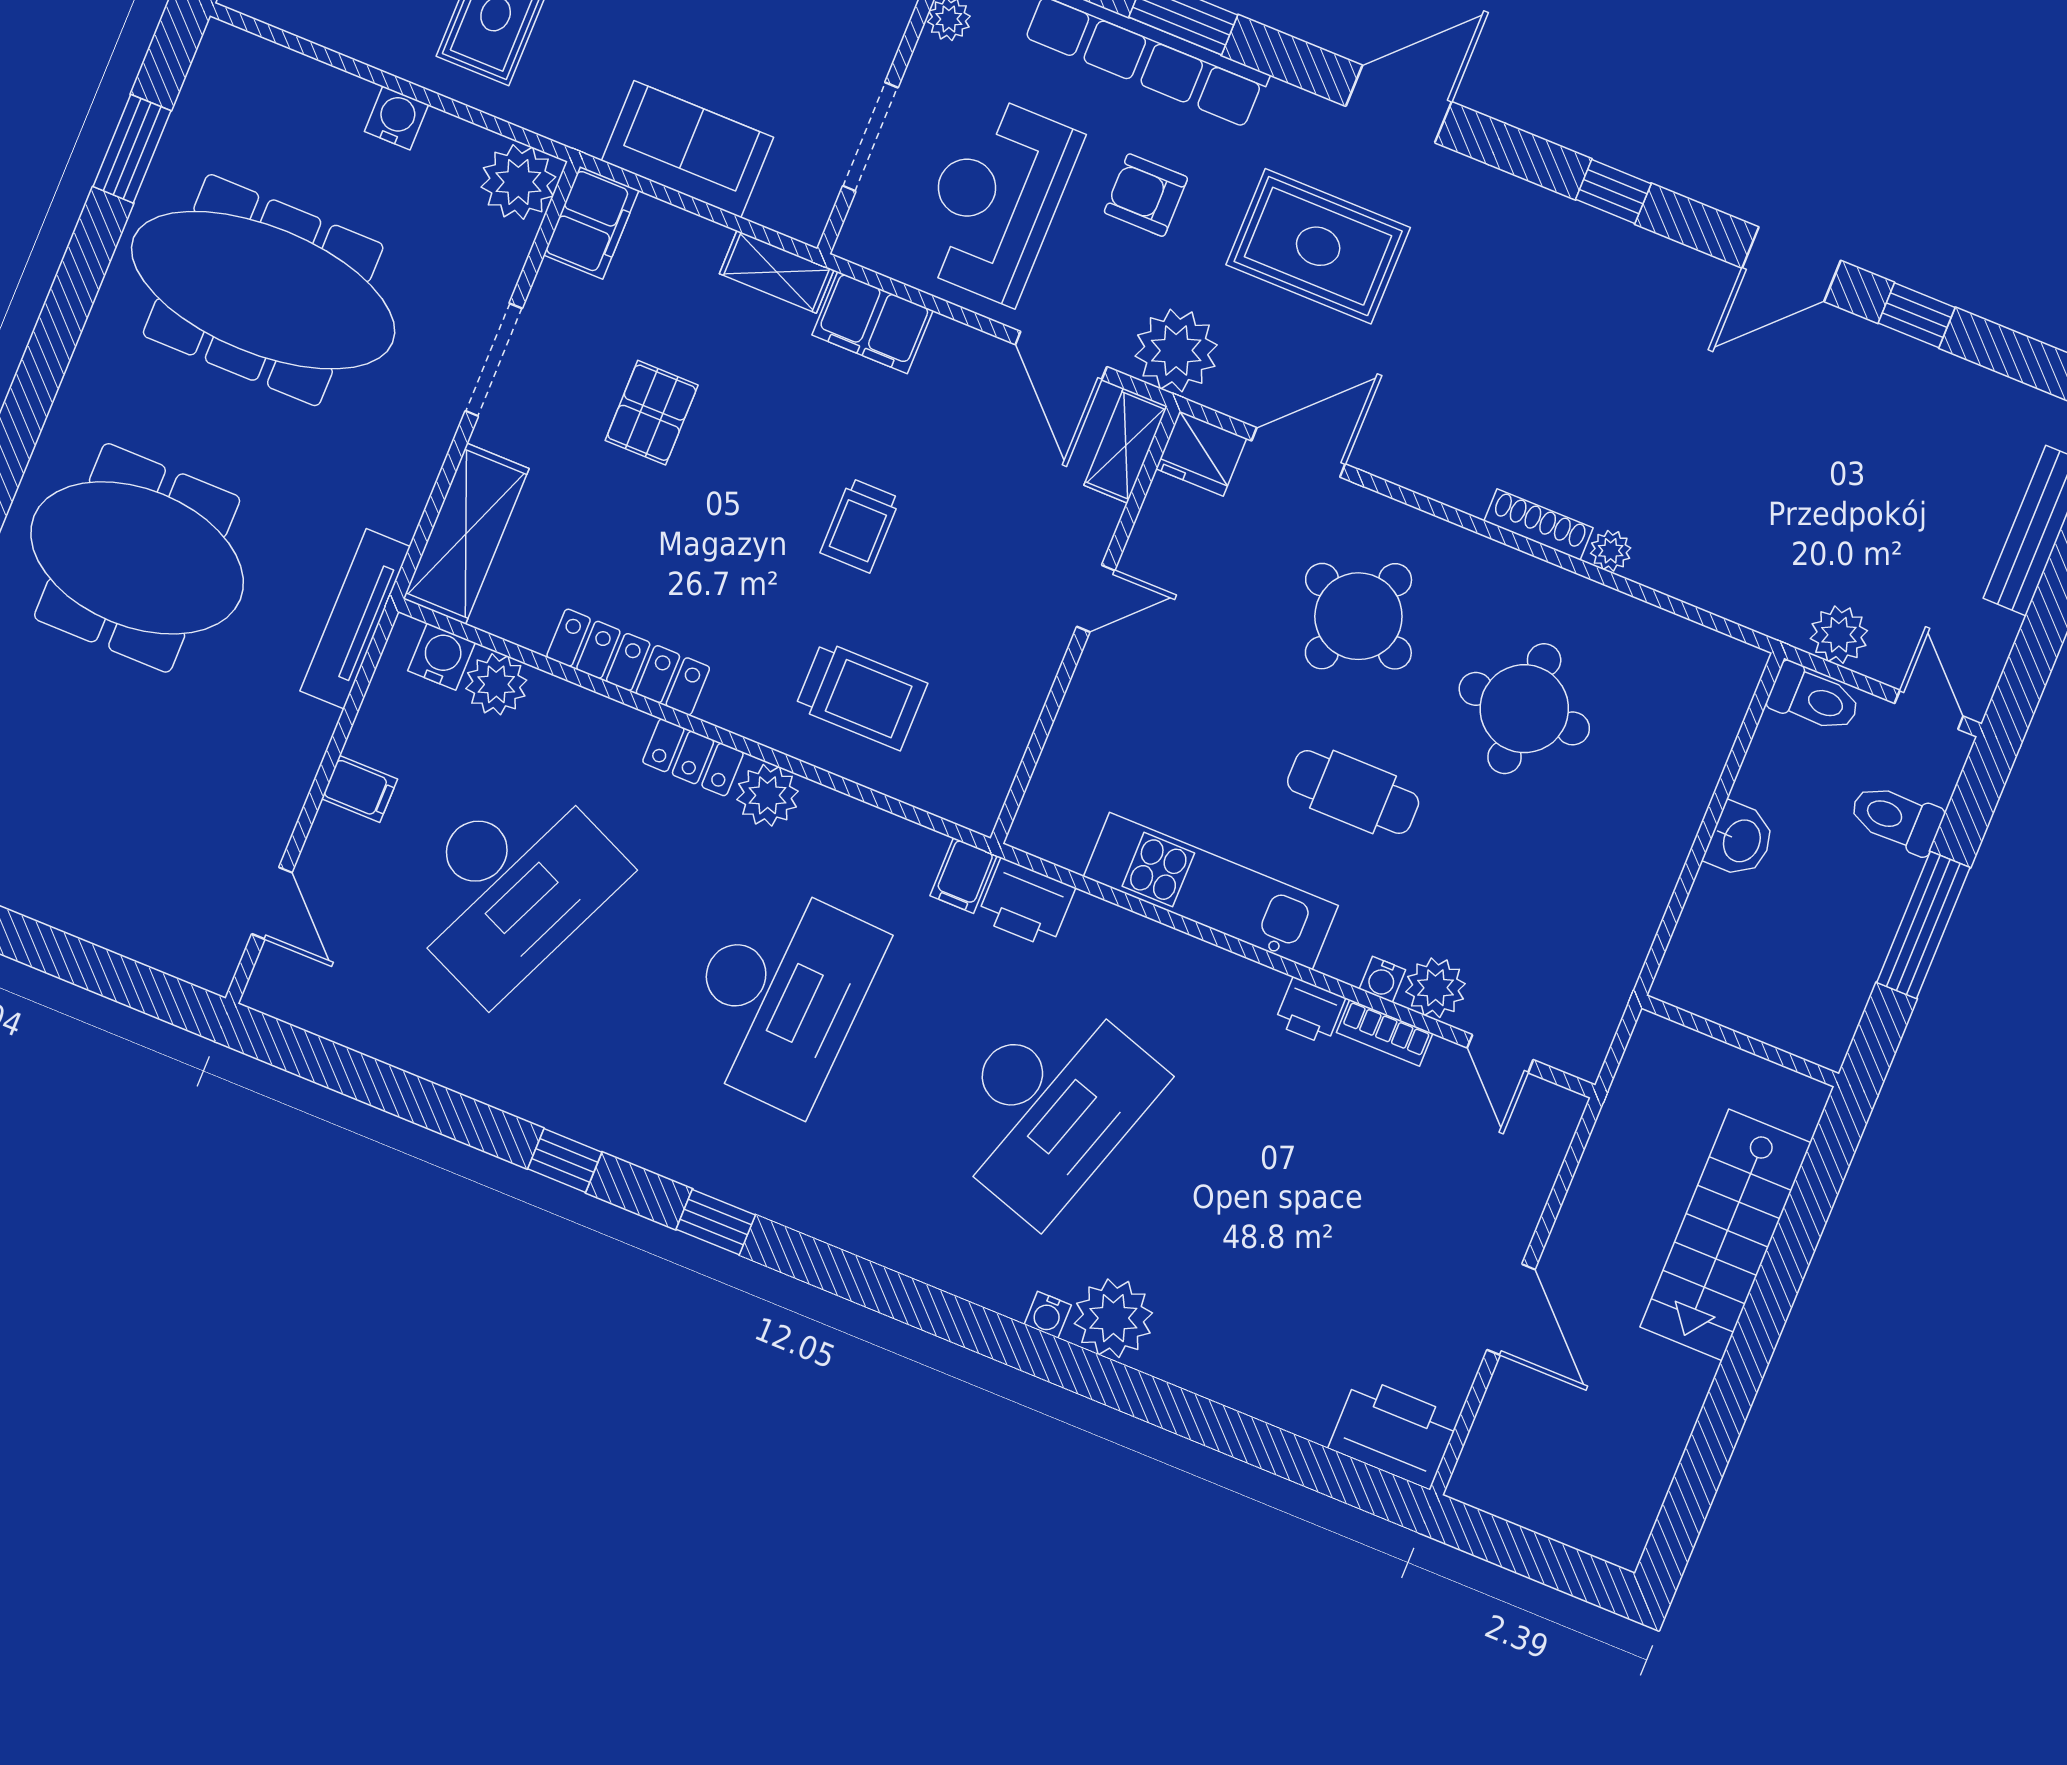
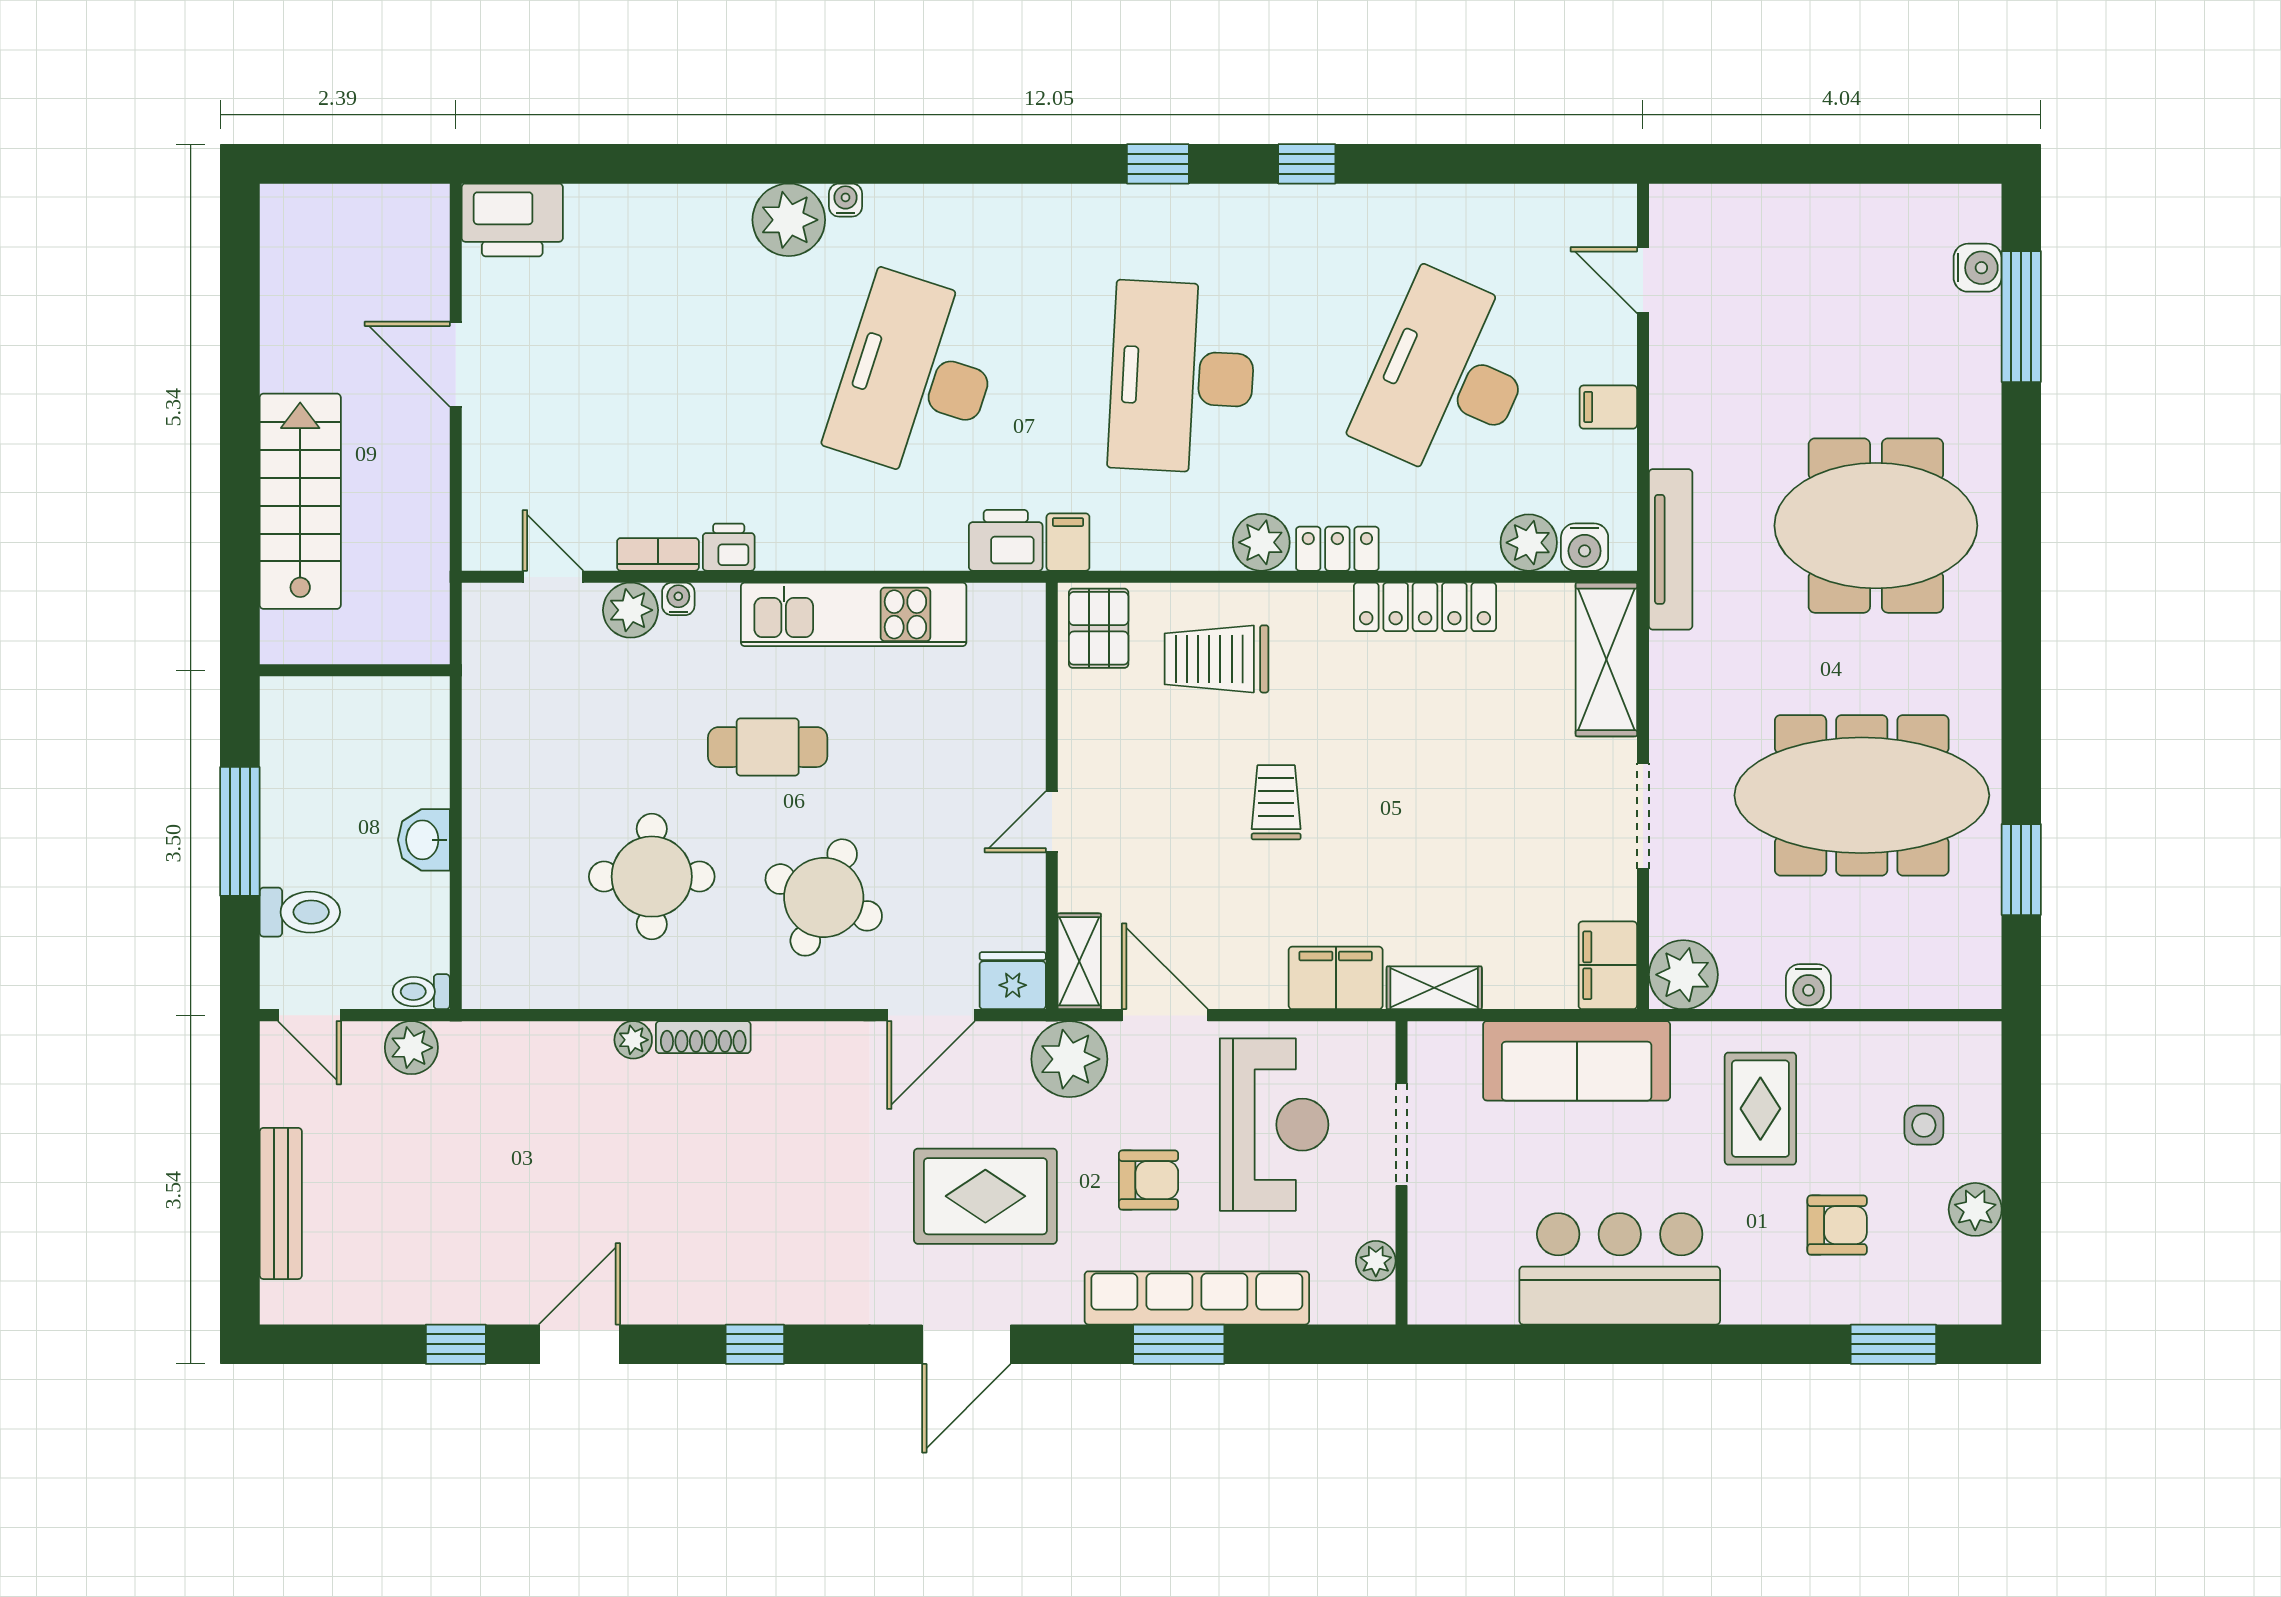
sofa: (687, 149) -> (1577, 1061), width x1.36
pallet: (652, 413) -> (1099, 628), moved
toilet: (1814, 698) -> (421, 992), width x0.73, depth x0.72

